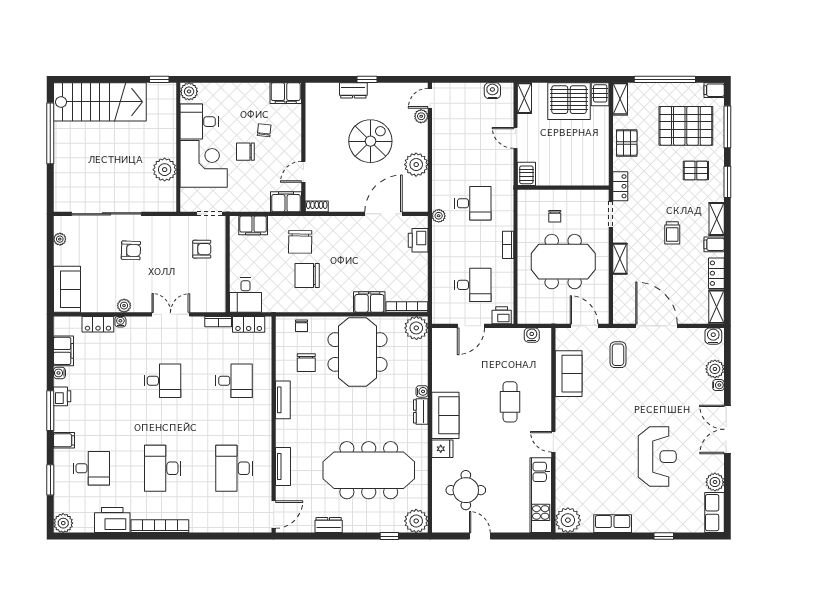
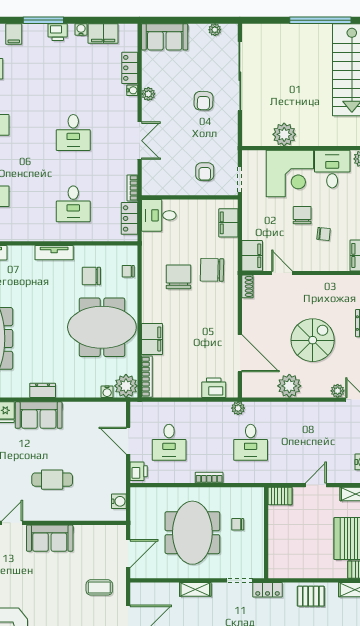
spiral stairs: (370, 141) -> (313, 340), turned -90
sofa: (569, 374) -> (50, 538), moved
water cooler: (422, 391) -> (107, 392), moved

